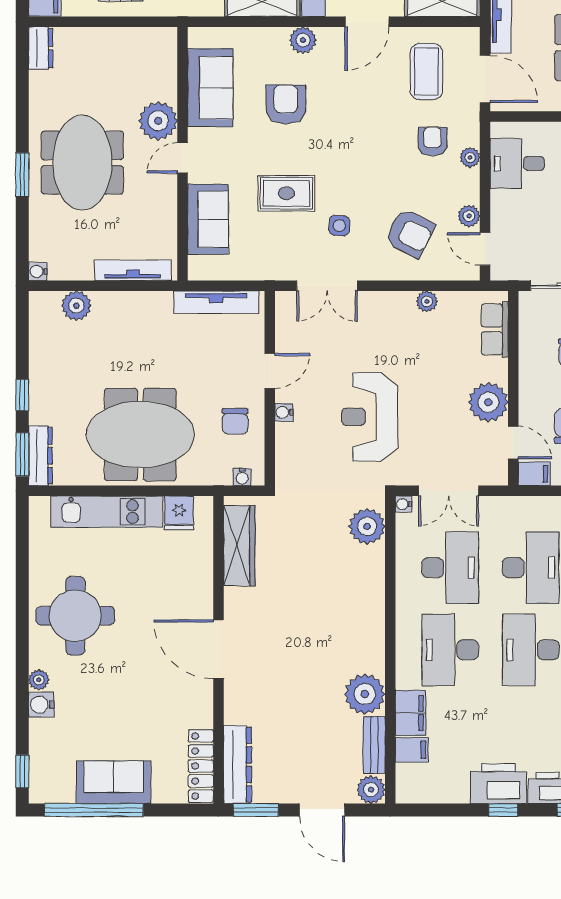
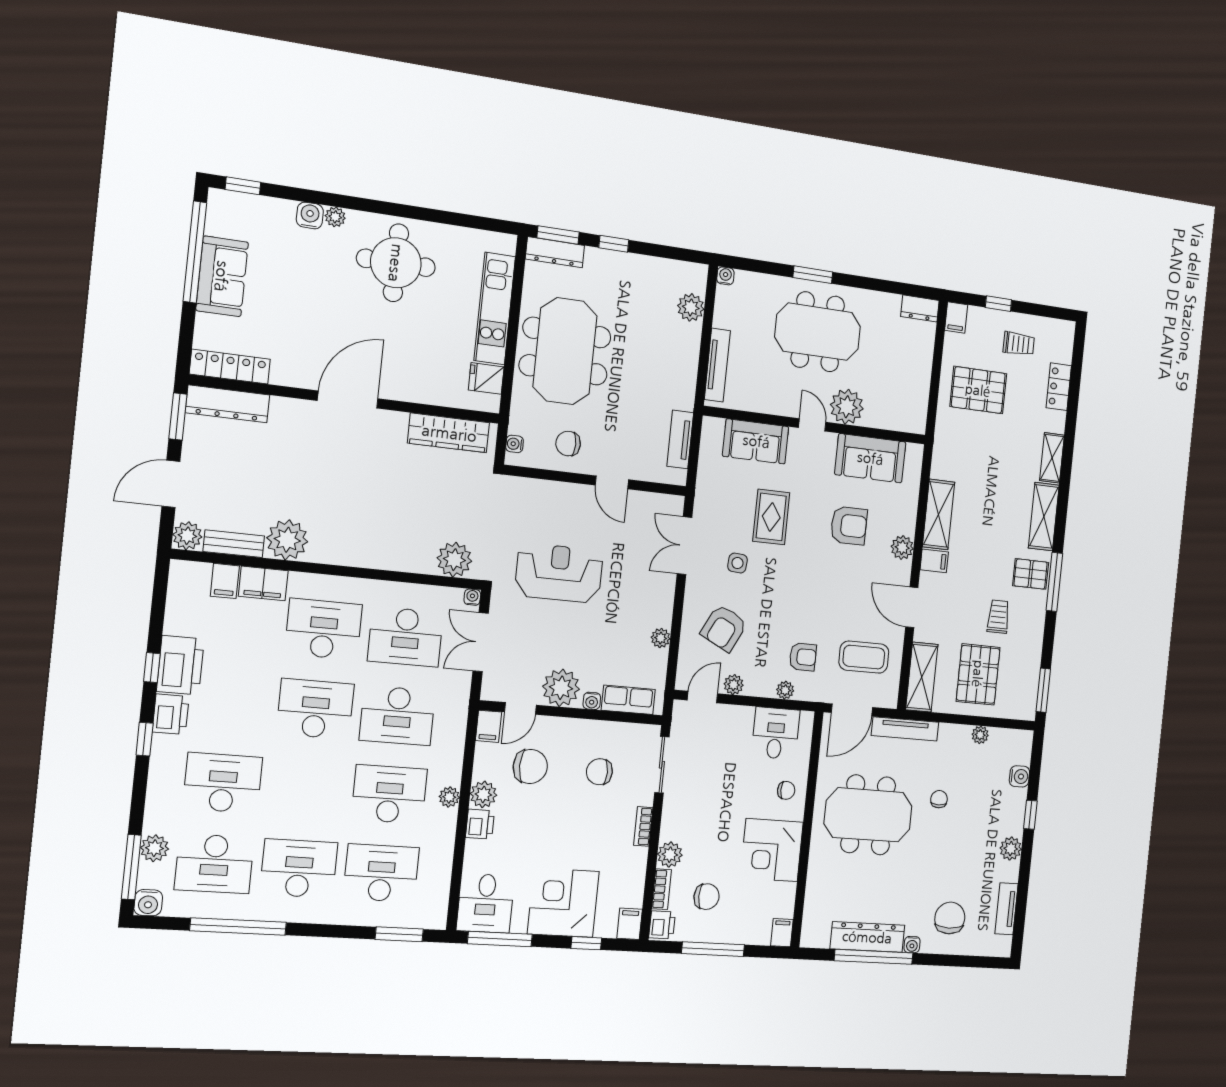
tv unit: (216, 302) -> (680, 439), width x0.71
water cooler: (284, 412) -> (592, 701), moved, turned 180

